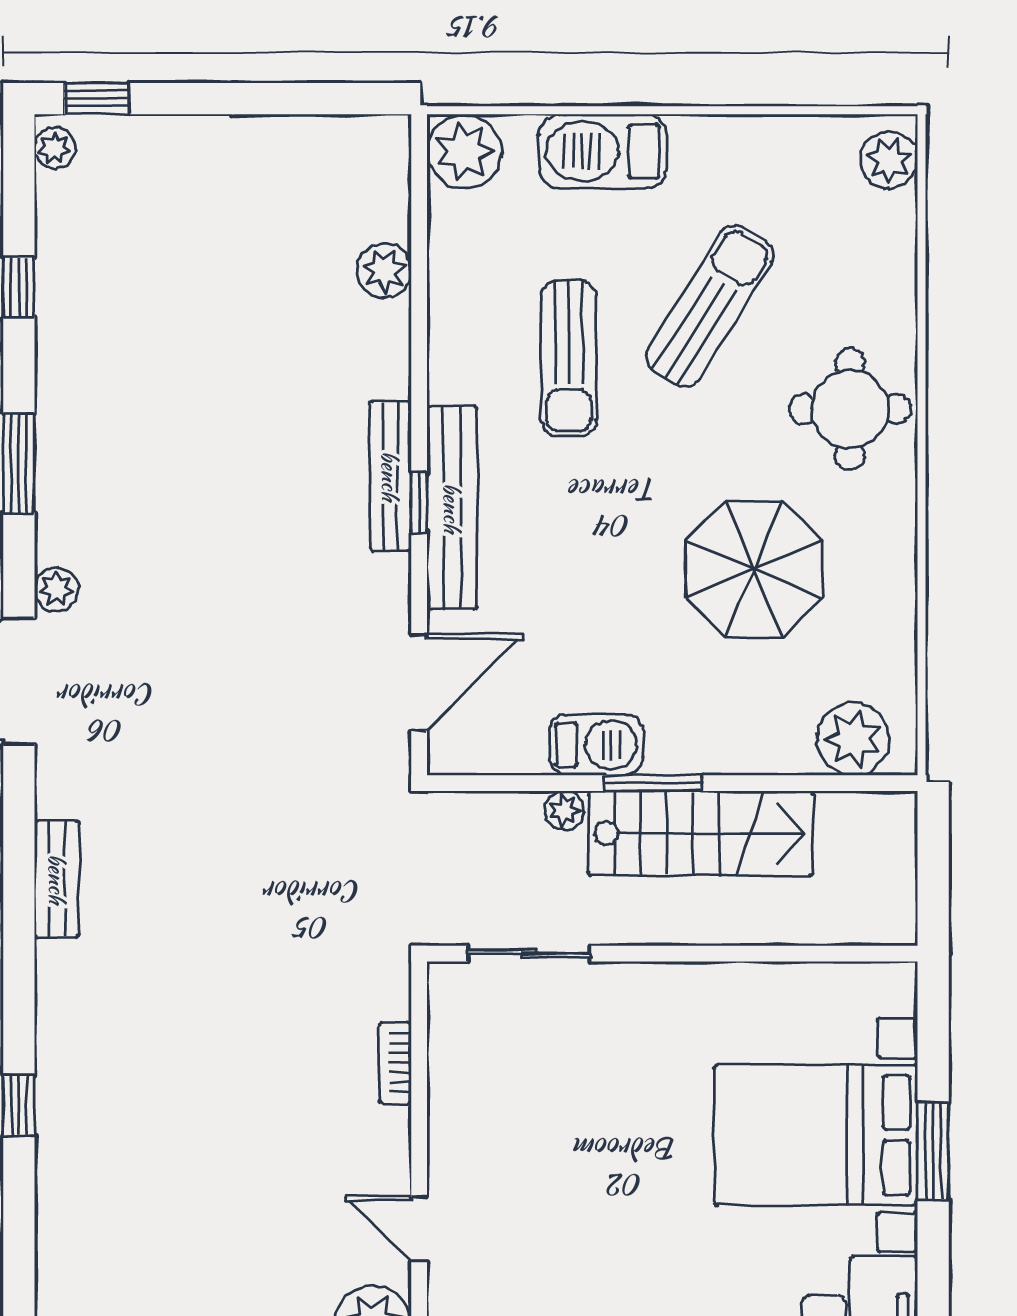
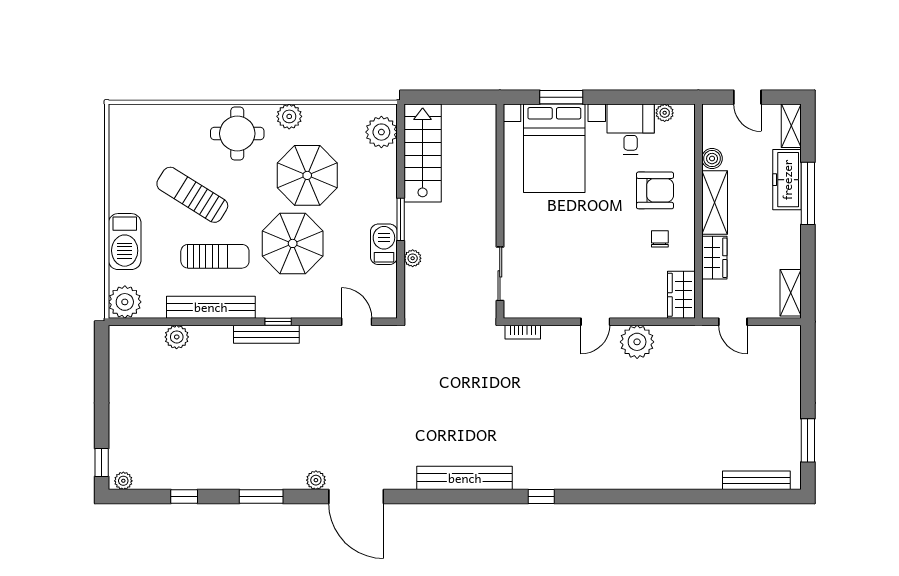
plant: (889, 160) -> (289, 116), moved
bench: (452, 508) -> (211, 307), moved
parasol: (598, 536) -> (293, 243), added
door: (419, 683) -> (357, 322), width x0.73
stairs: (701, 833) -> (423, 153), moved
bench: (57, 879) -> (465, 478), width x1.86, depth x1.21
sliding door: (529, 954) -> (500, 274), moved
wall: (672, 954) -> (500, 211), moved

